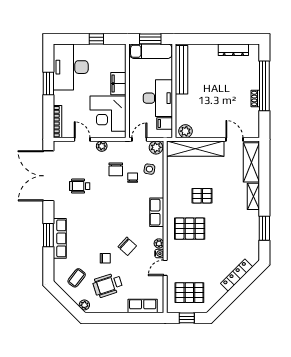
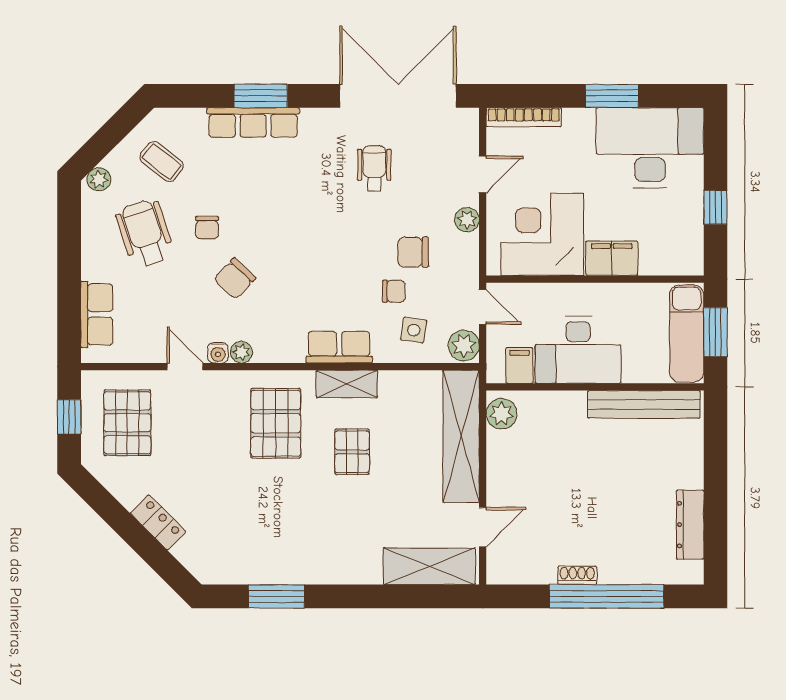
shelving: (253, 196) -> (347, 384), moved
row of seats: (157, 212) -> (339, 347), moved
locker: (237, 275) -> (158, 522), width x0.66

